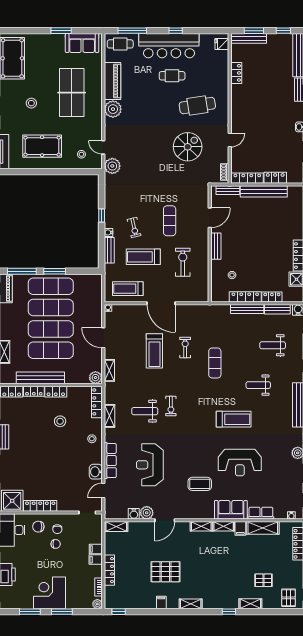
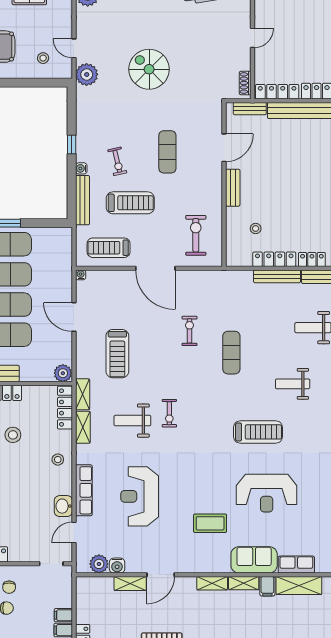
spiral stairs: (188, 147) -> (149, 69), moved, turned -90
bench: (109, 250) -> (82, 200), width x1.36
treadmill: (143, 257) -> (130, 203), turned 180
exercise bike: (183, 262) -> (196, 235), moved
treadmill: (154, 351) -> (117, 354), moved
shelving: (109, 370) -> (83, 394), moved
plant: (147, 513) -> (99, 564), moved
shelving: (116, 527) -> (130, 584), moved

